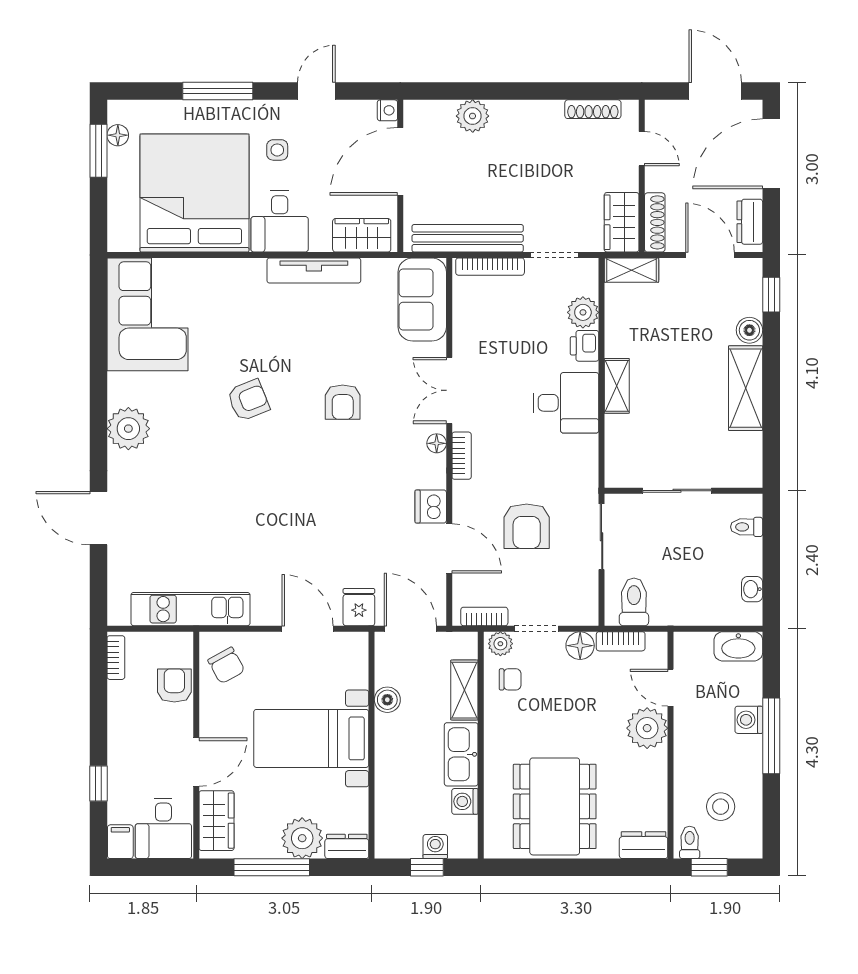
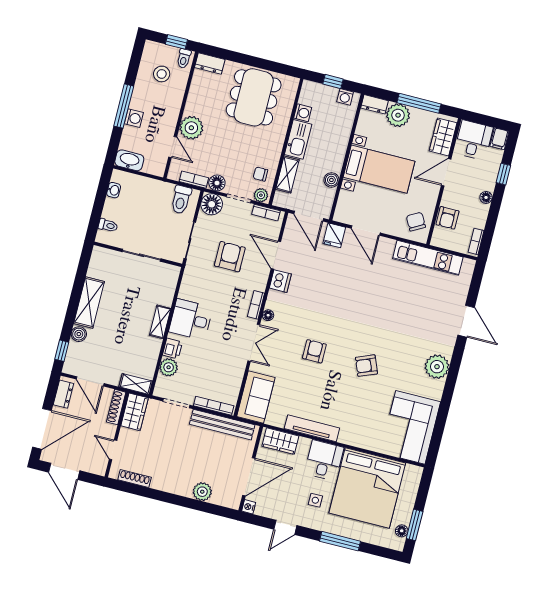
floor lamp: (580, 607) -> (212, 204), added
floor lamp: (118, 736) -> (486, 197), added
washing machine: (435, 847) -> (345, 97), moved

